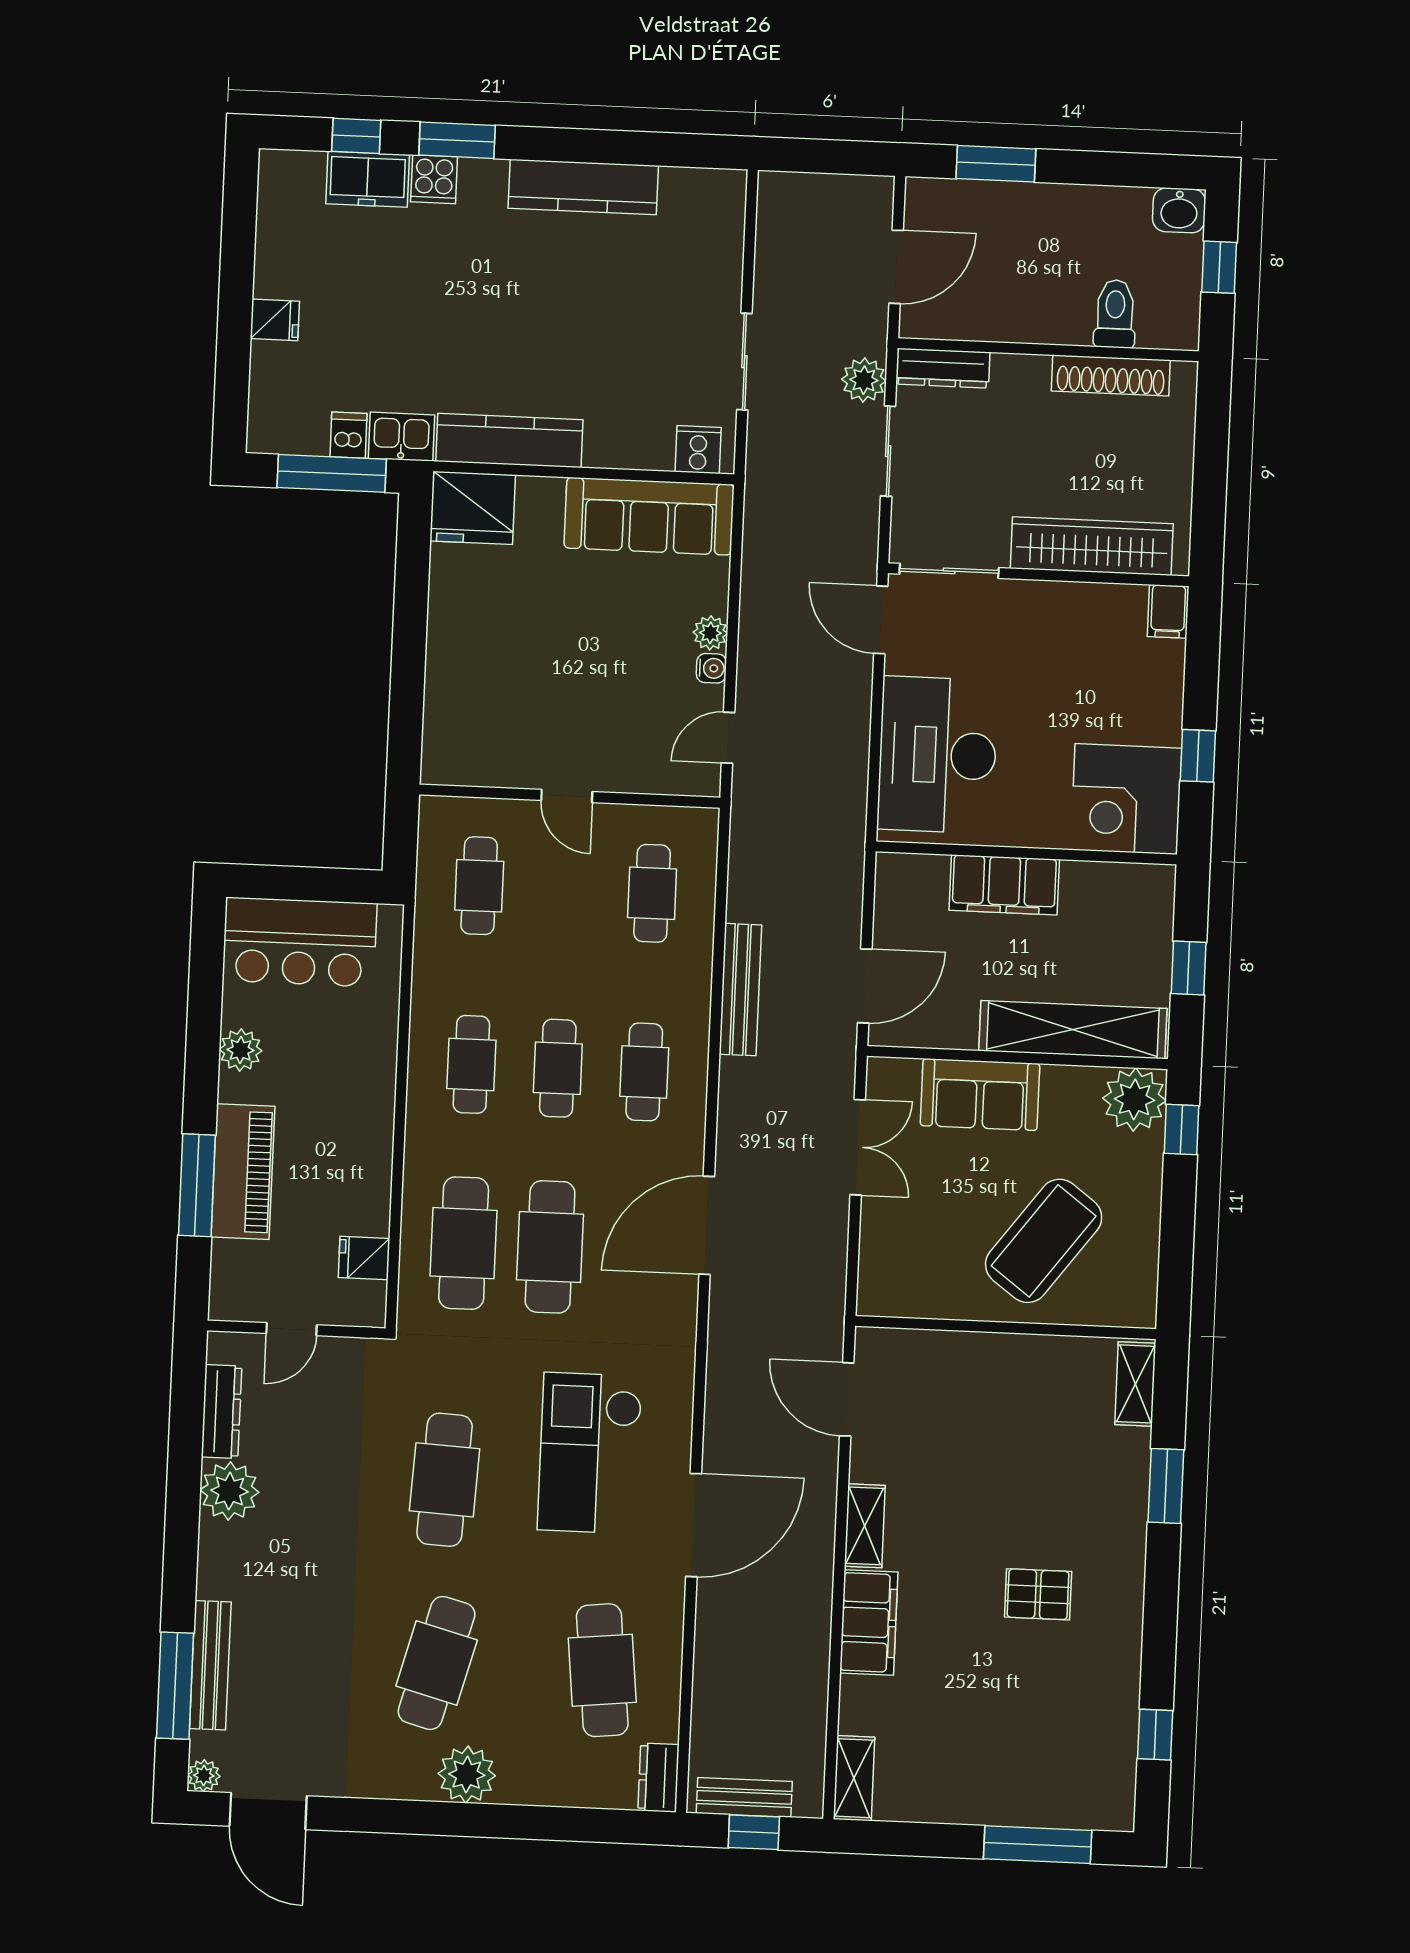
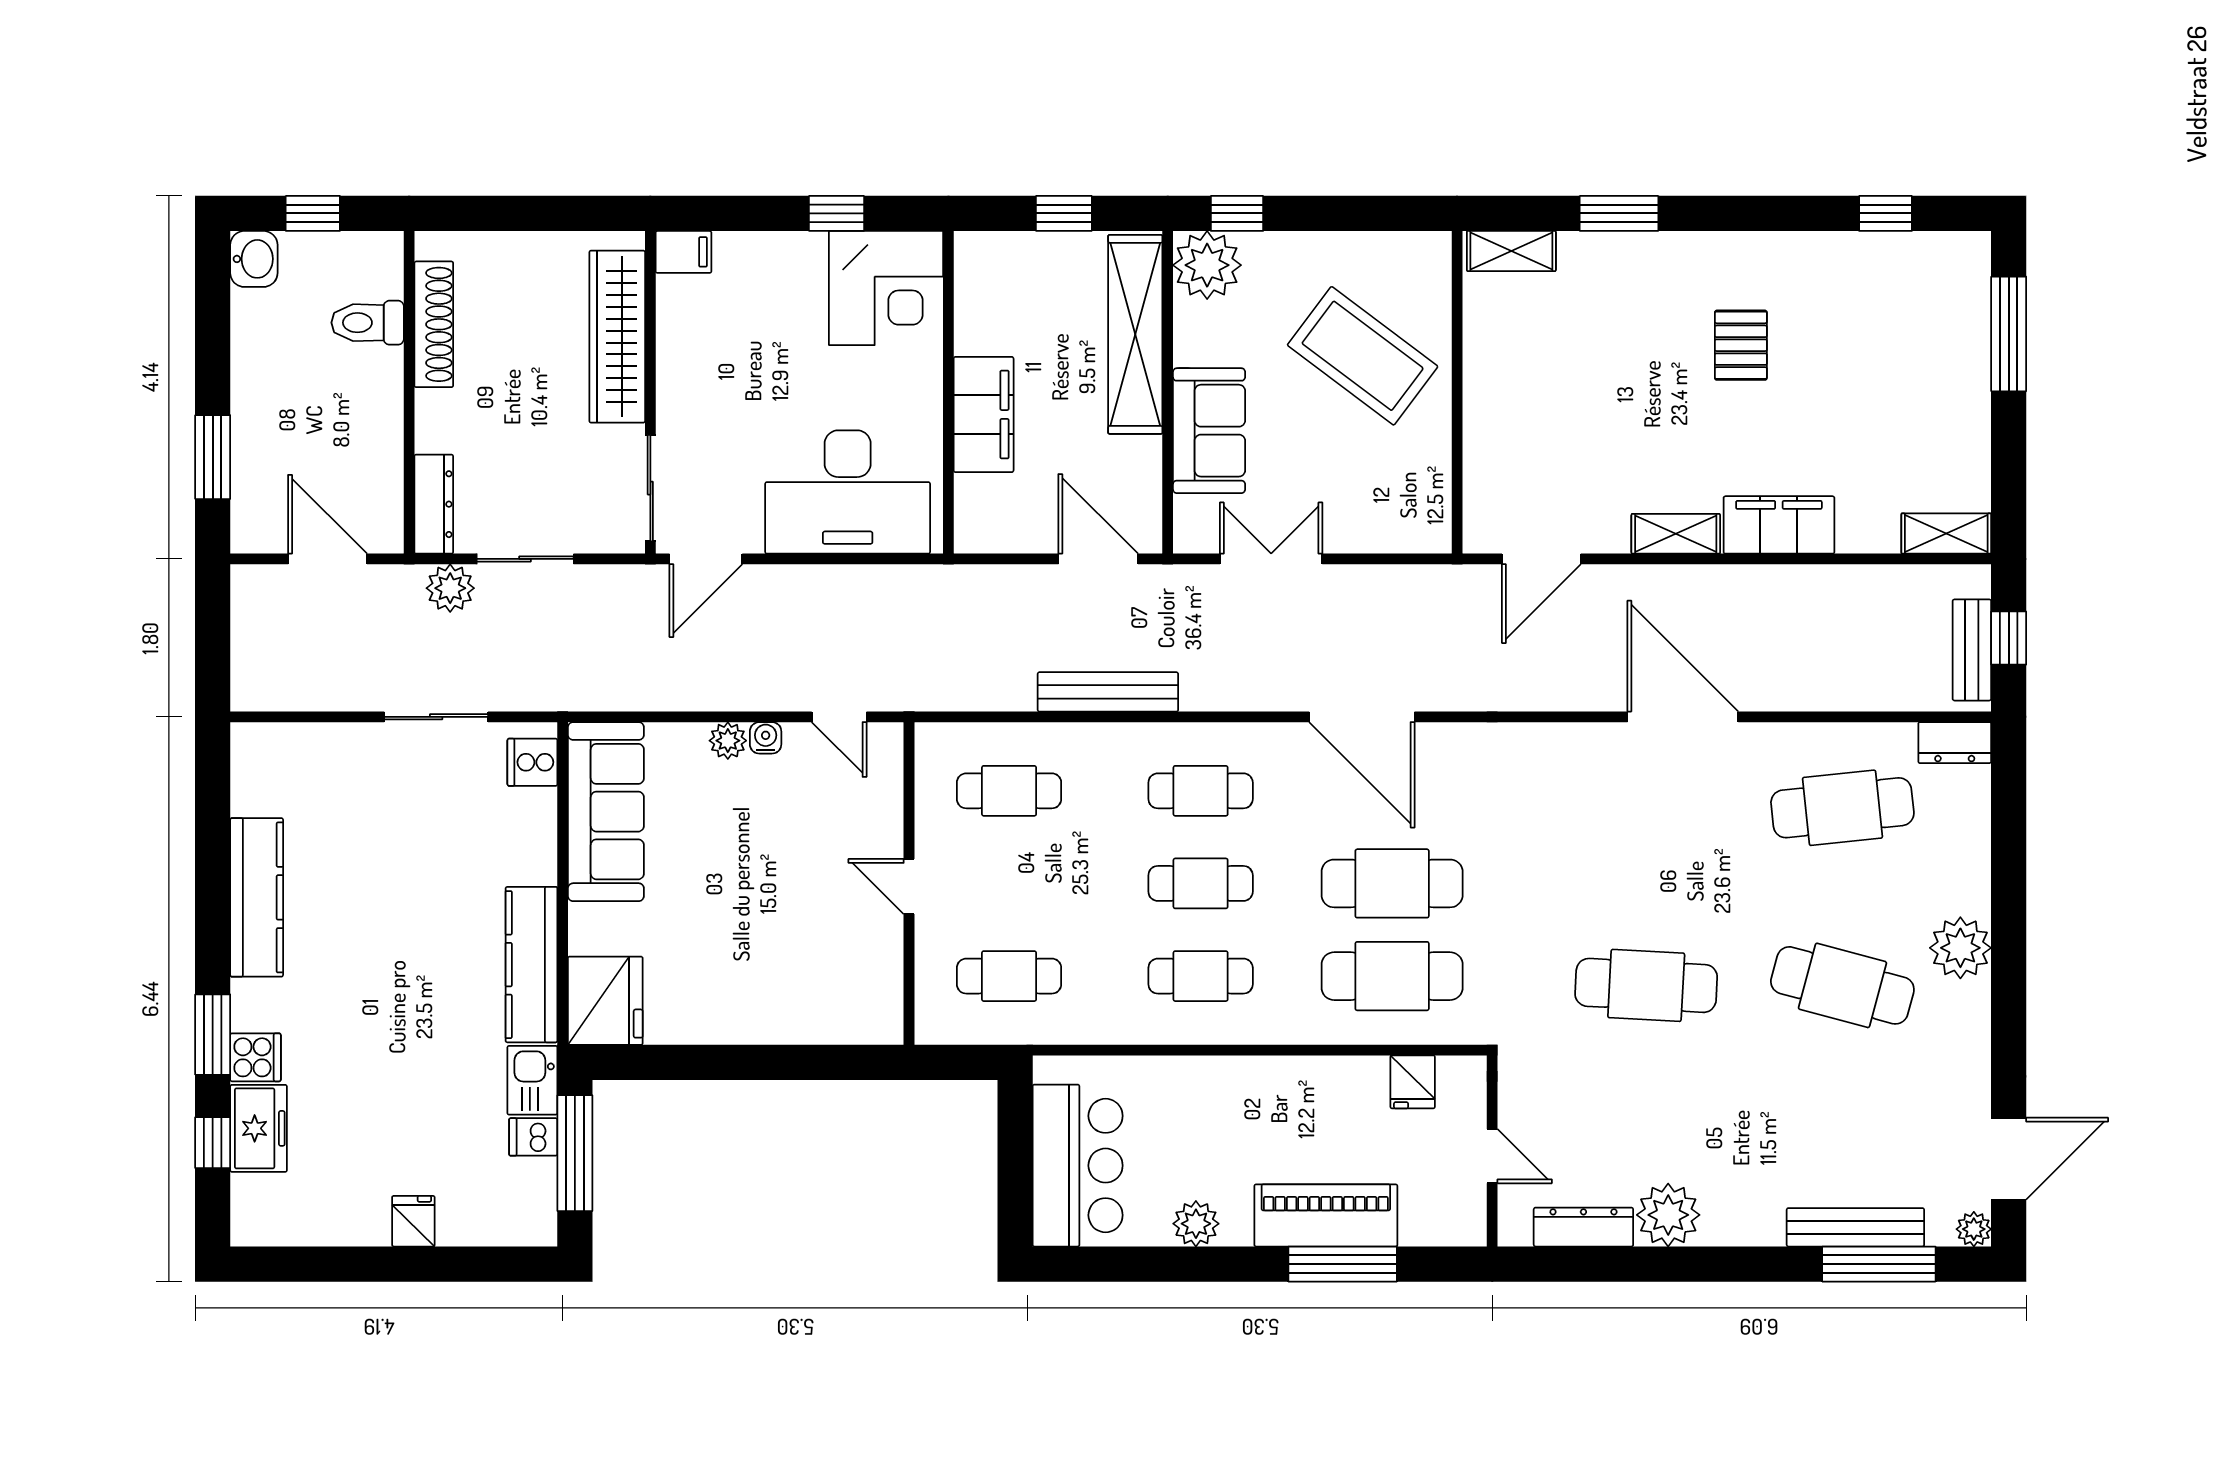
door: (567, 796) -> (909, 887), swing flipped
checkout: (590, 1453) -> (1611, 831), removed

